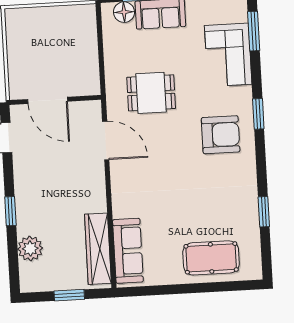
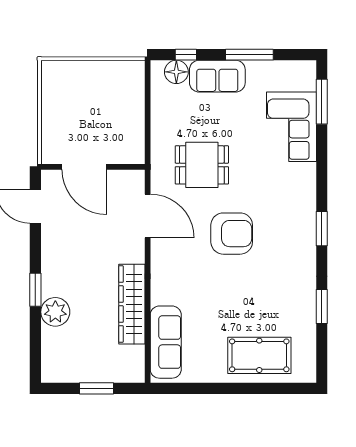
window: (258, 114) -> (322, 229), moved
armchair: (221, 135) -> (232, 234), moved
plant: (30, 249) -> (55, 312), moved
wardrobe: (98, 249) -> (132, 304), moved

